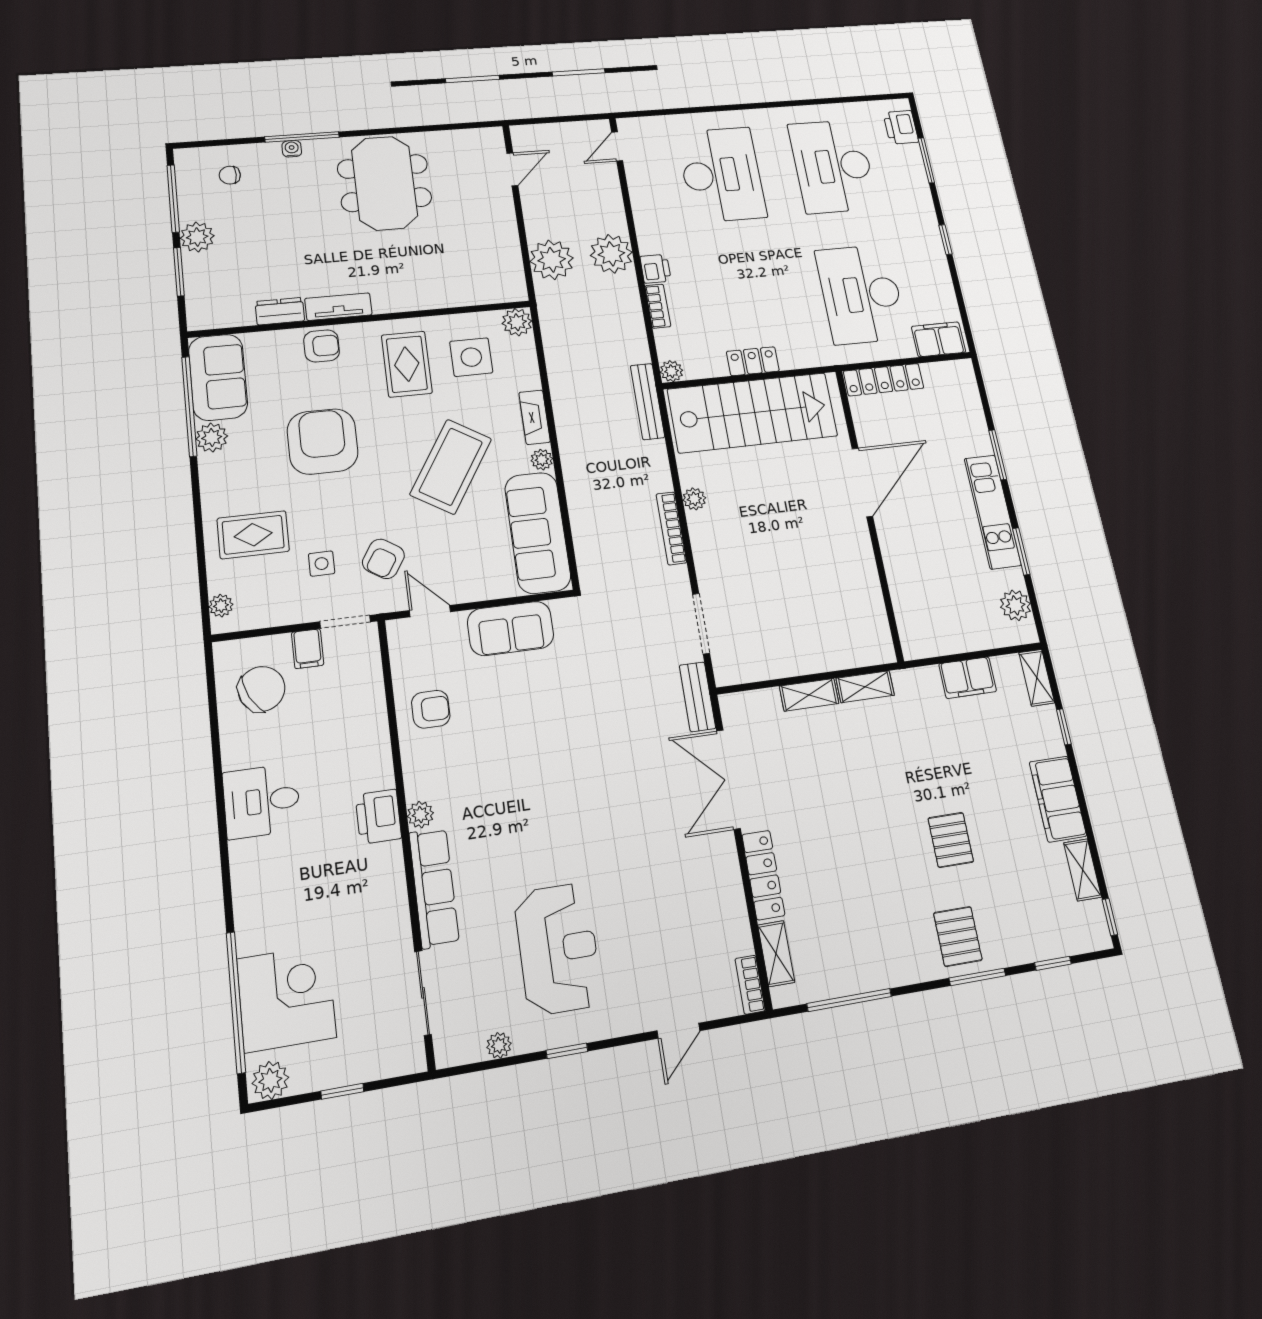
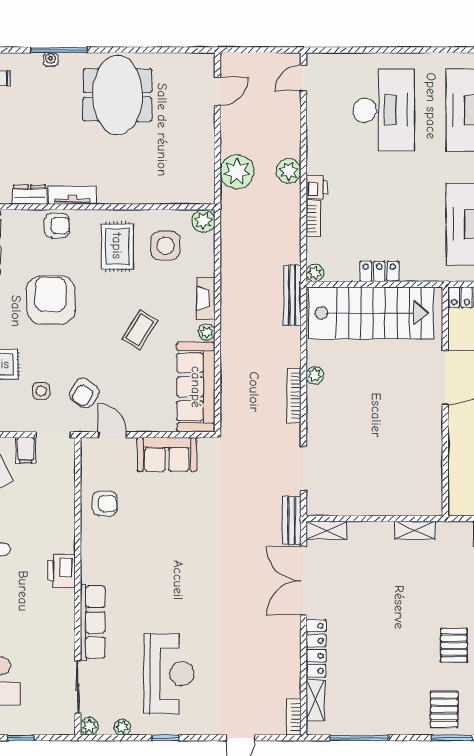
plant: (611, 254) -> (289, 171), width x0.73, depth x0.73
coffee table: (451, 467) -> (140, 330), width x0.54, depth x0.58
shelving: (809, 695) -> (326, 530), moved
plant: (420, 815) -> (89, 726), moved

